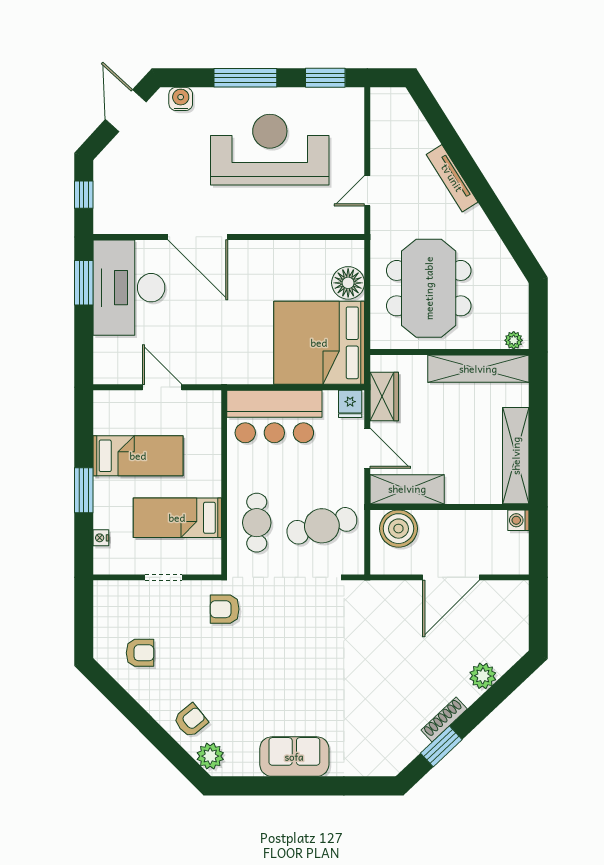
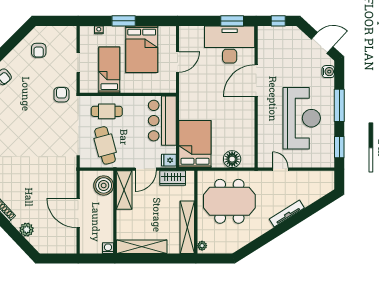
bed: (319, 343) -> (195, 144), width x0.73
bed: (138, 456) -> (142, 49), width x1.50

